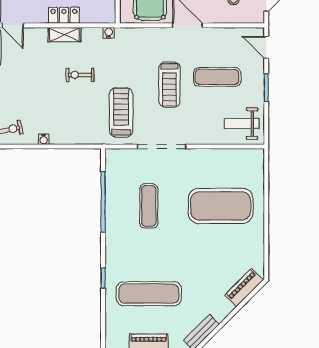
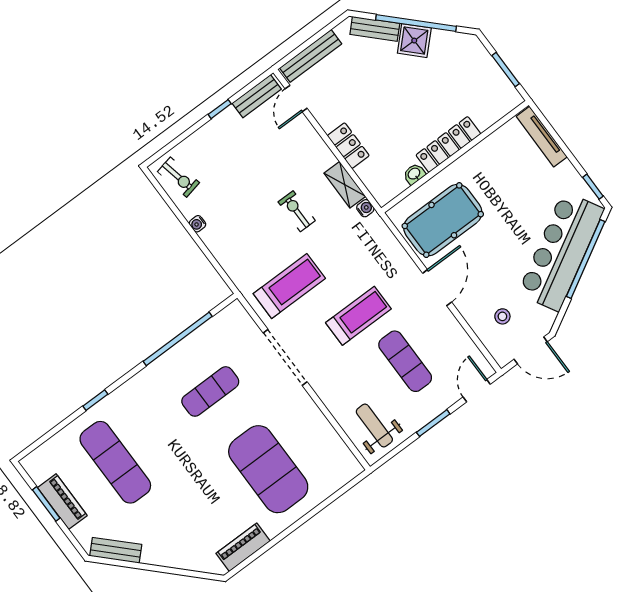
shelving: (64, 35) -> (345, 185), moved
treadmill: (169, 84) -> (358, 316), turned 180
piano: (244, 288) -> (243, 547), moved, turned -45

